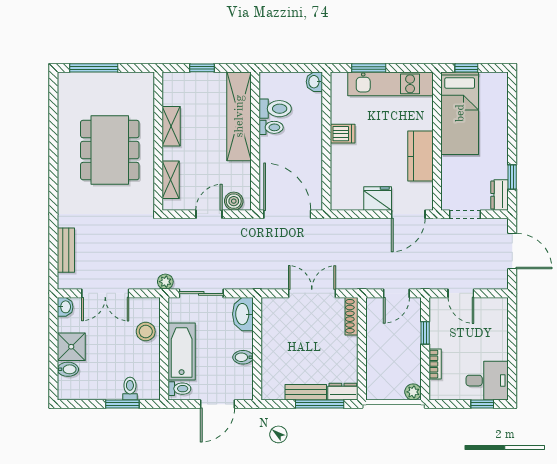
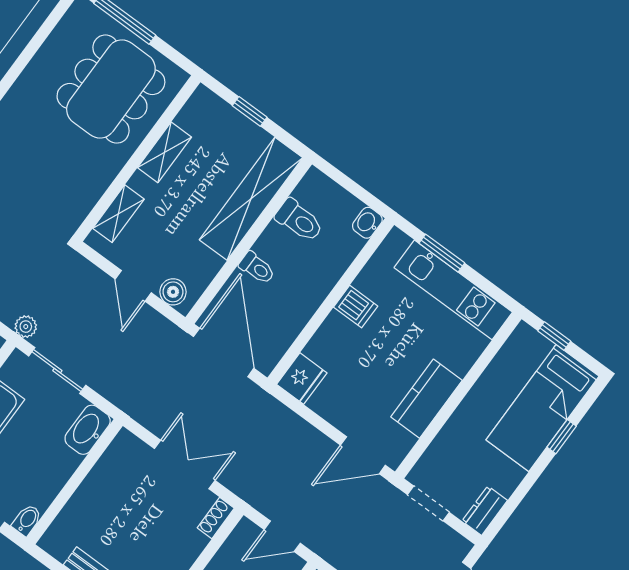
bed: (460, 113) -> (542, 408), moved
toilet: (271, 127) -> (257, 268), moved
dining table: (110, 150) -> (111, 89), moved
window: (512, 177) -> (562, 437), moved
fridge: (378, 198) -> (302, 379), moved, turned 90
door: (209, 214) -> (133, 286), swing flipped
shoe rack: (351, 316) -> (216, 518), width x0.70
bidet: (243, 357) -> (27, 520), moved, turned 90

